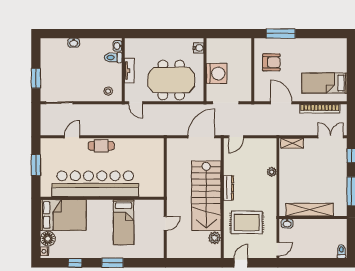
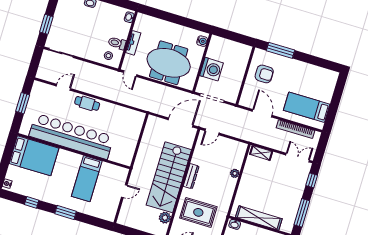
toilet: (113, 58) -> (117, 43), moved
floor lamp: (48, 239) -> (14, 173), removed

